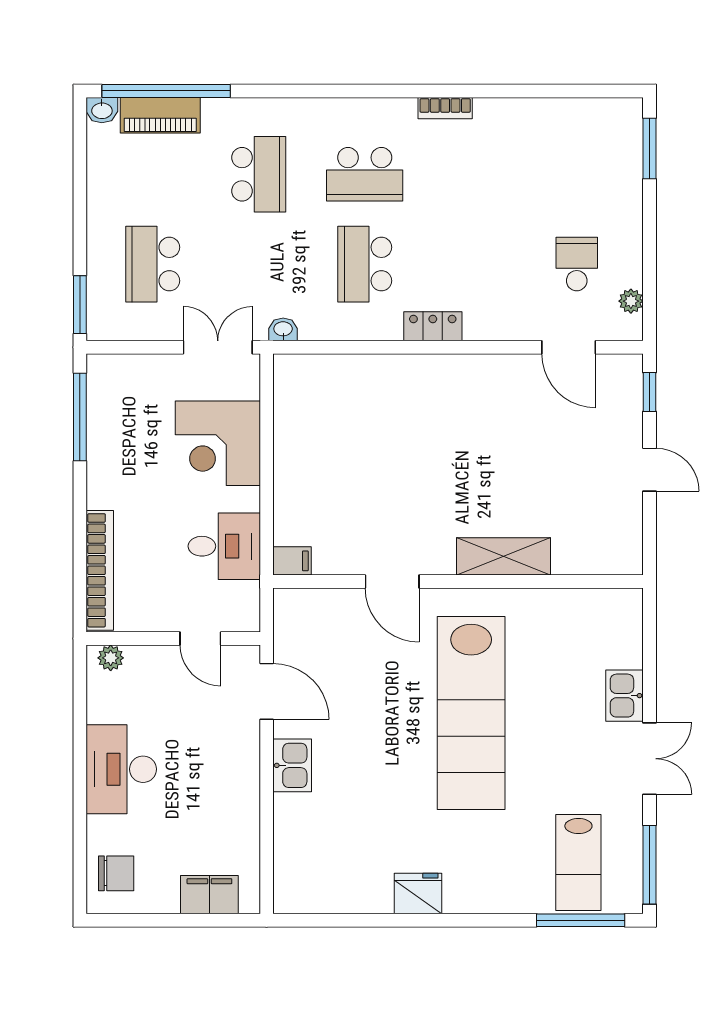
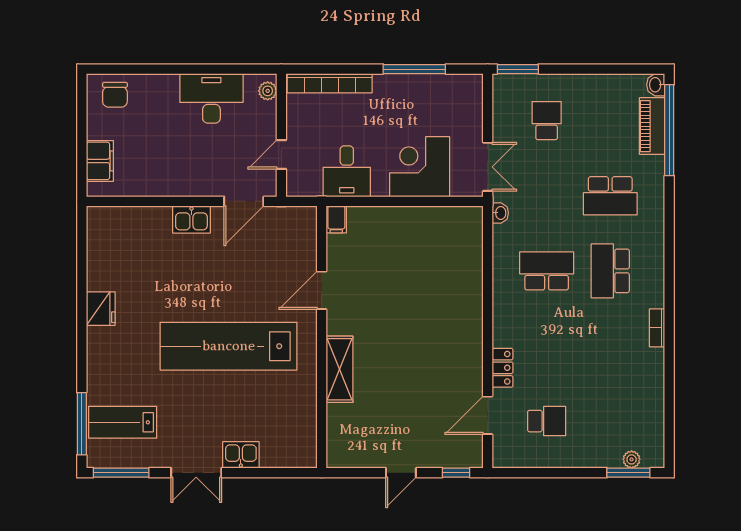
school desk: (153, 264) -> (547, 121), width x0.54
plant: (631, 301) -> (632, 459), moved
locker: (433, 326) -> (502, 368), moved
window: (80, 417) -> (414, 69), moved
desk: (121, 769) -> (211, 98), moved

